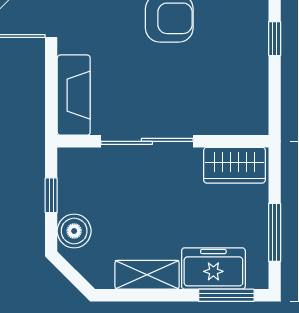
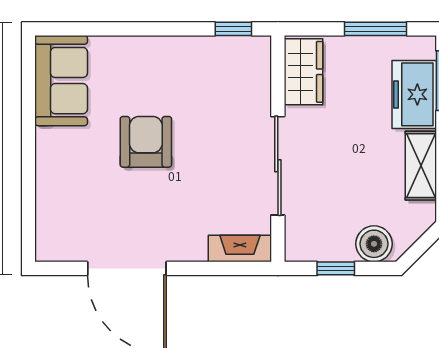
window: (275, 39) -> (233, 29), moved
fireplace: (74, 95) -> (240, 249), width x0.73, depth x0.76

